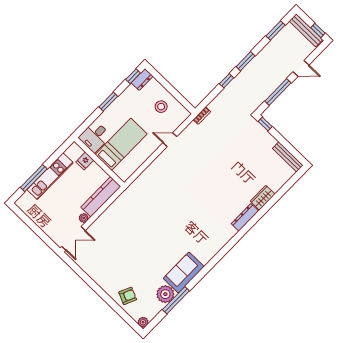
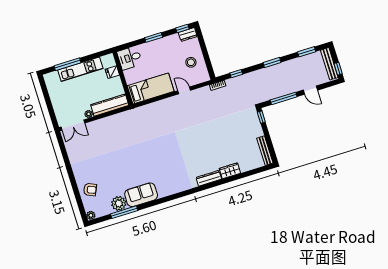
window: (227, 81) -> (236, 74), moved
bed: (121, 144) -> (151, 89), moved

